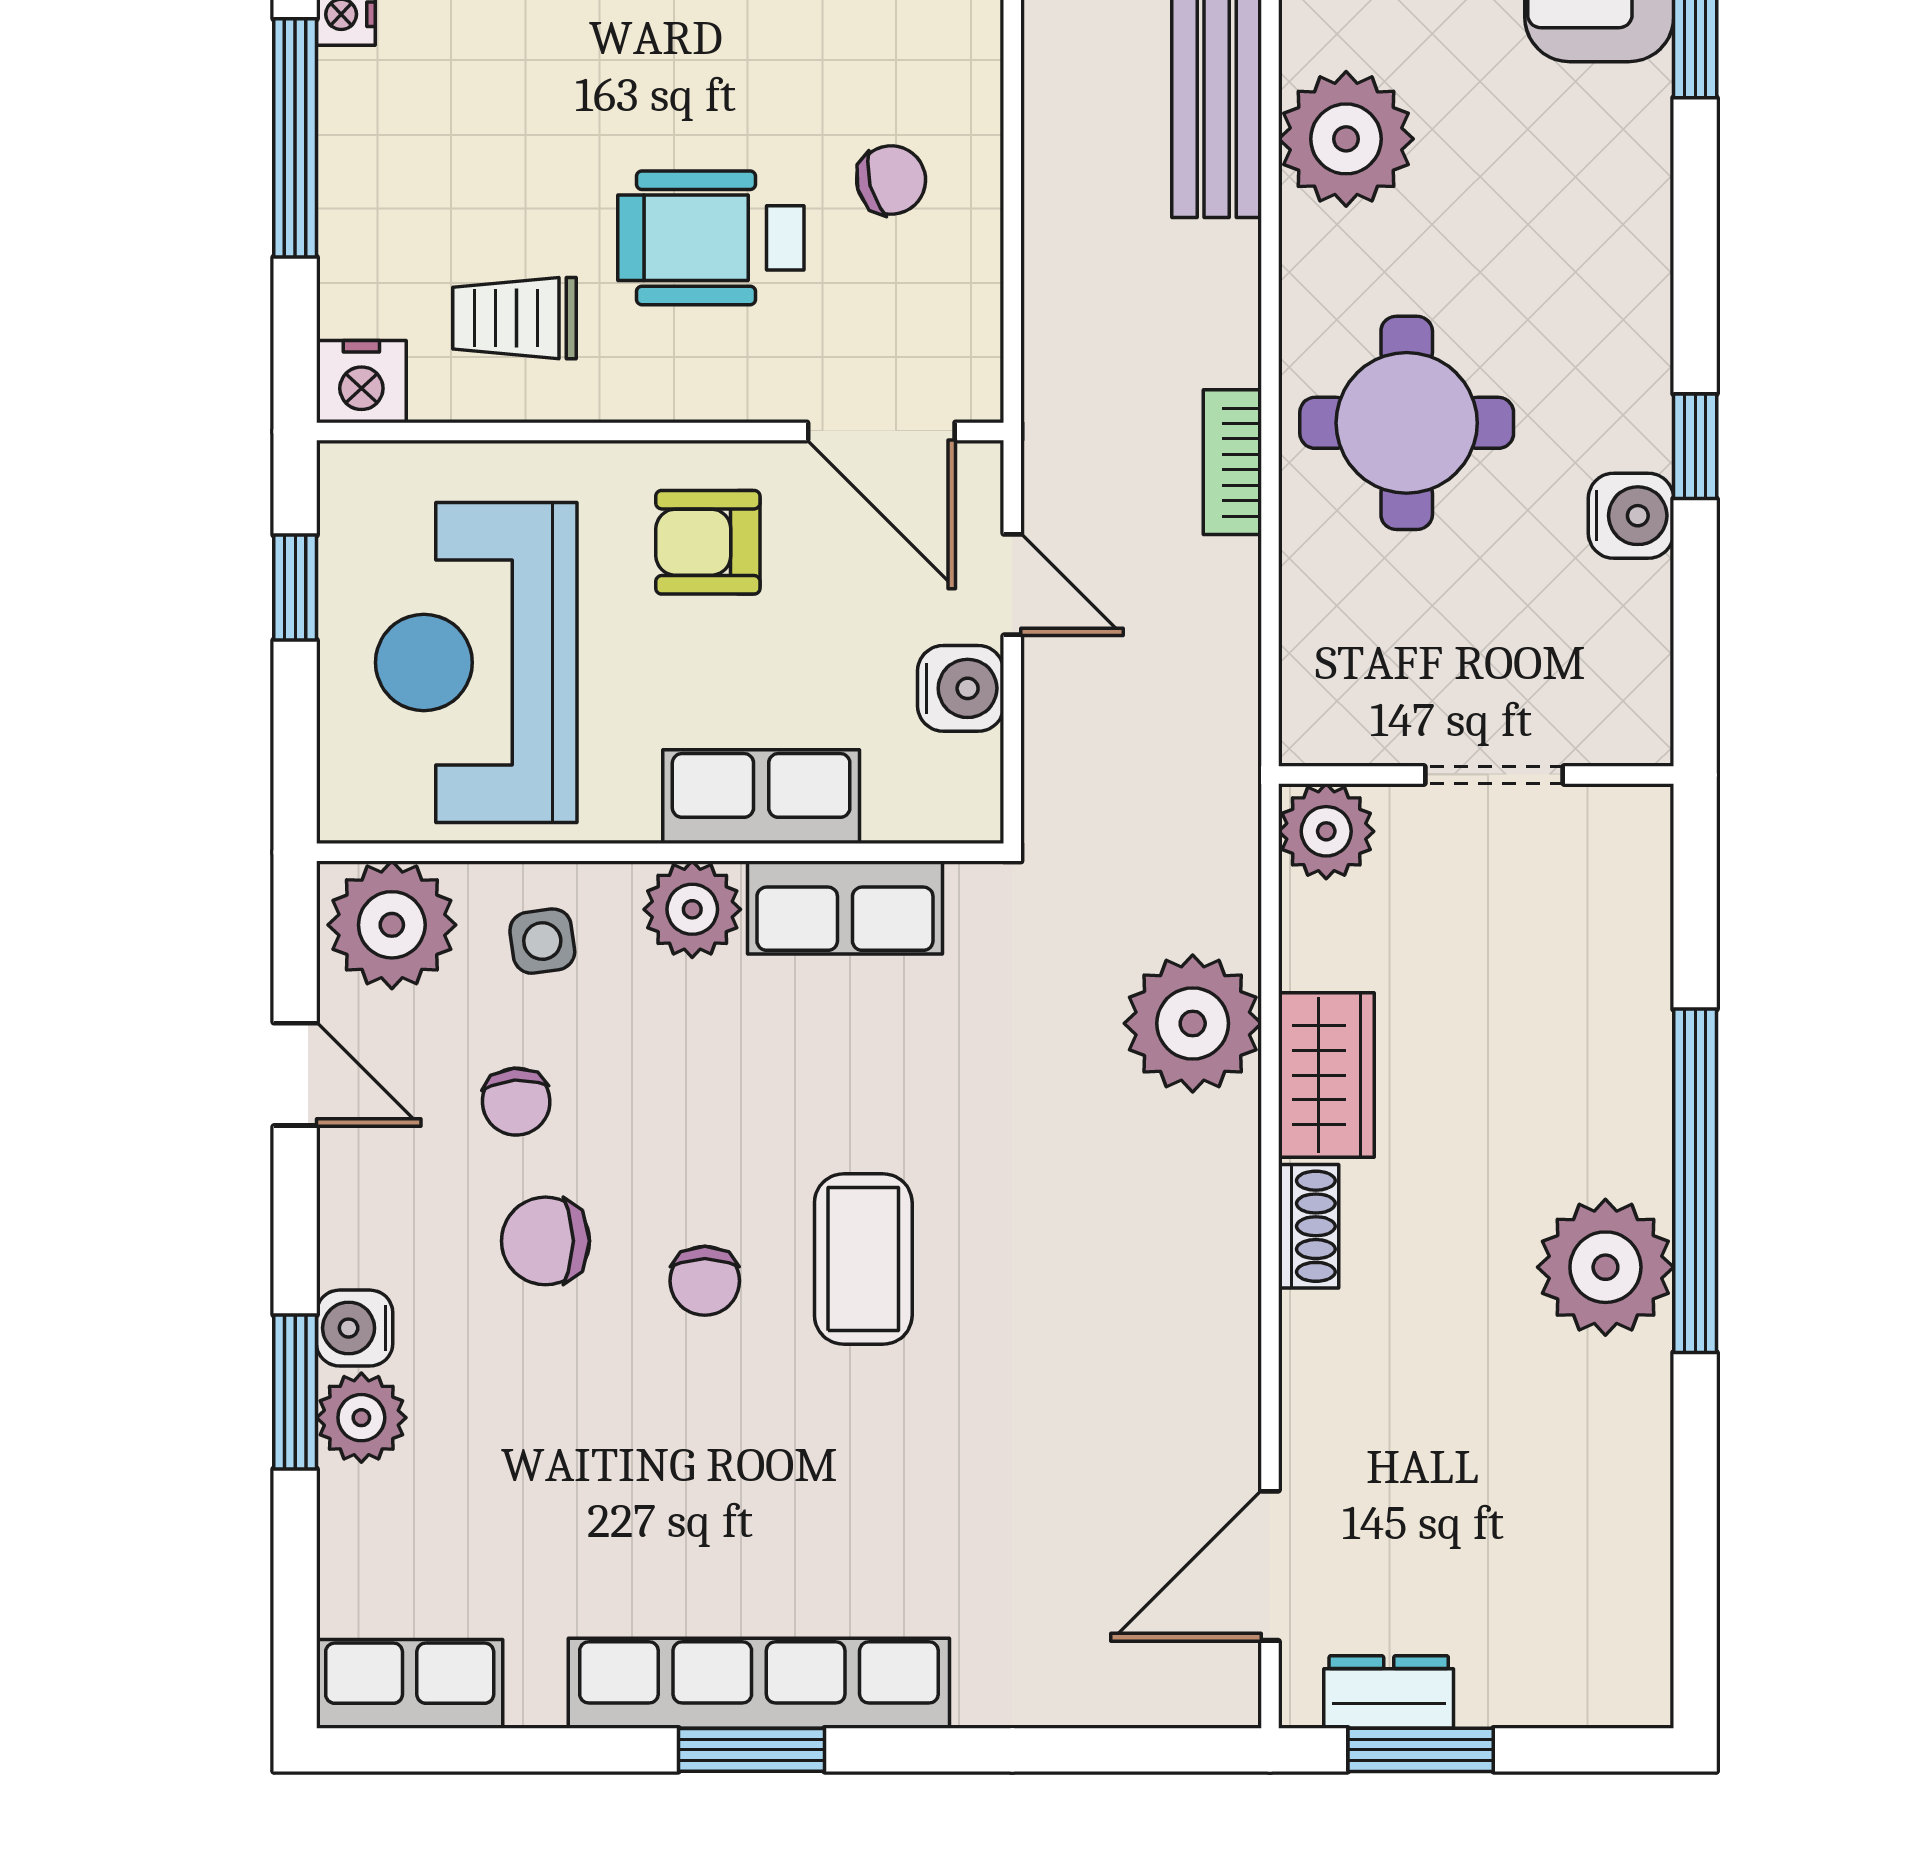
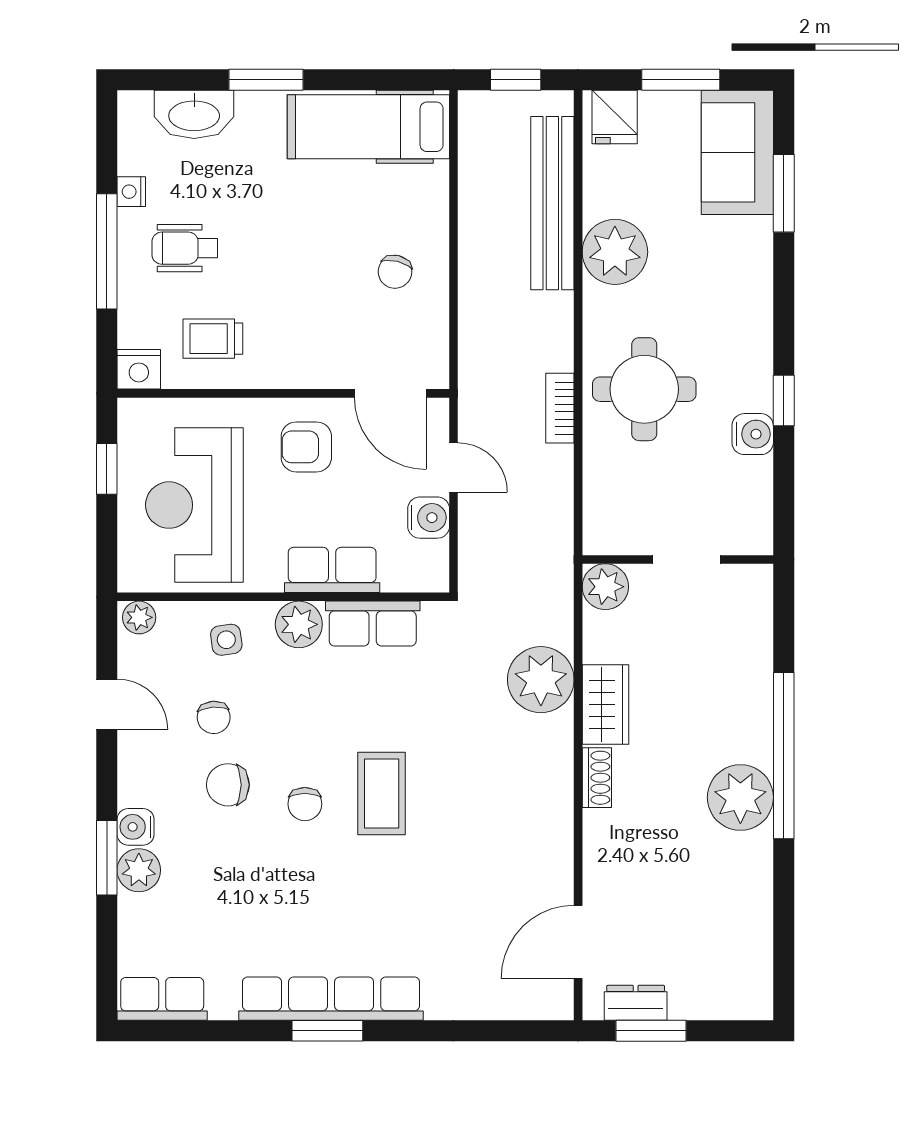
chair: (891, 180) -> (395, 272), turned 119
wheelchair: (711, 238) -> (185, 248), moved, width x0.73, depth x0.73
plant: (392, 925) -> (139, 617), width x0.53, depth x0.53

